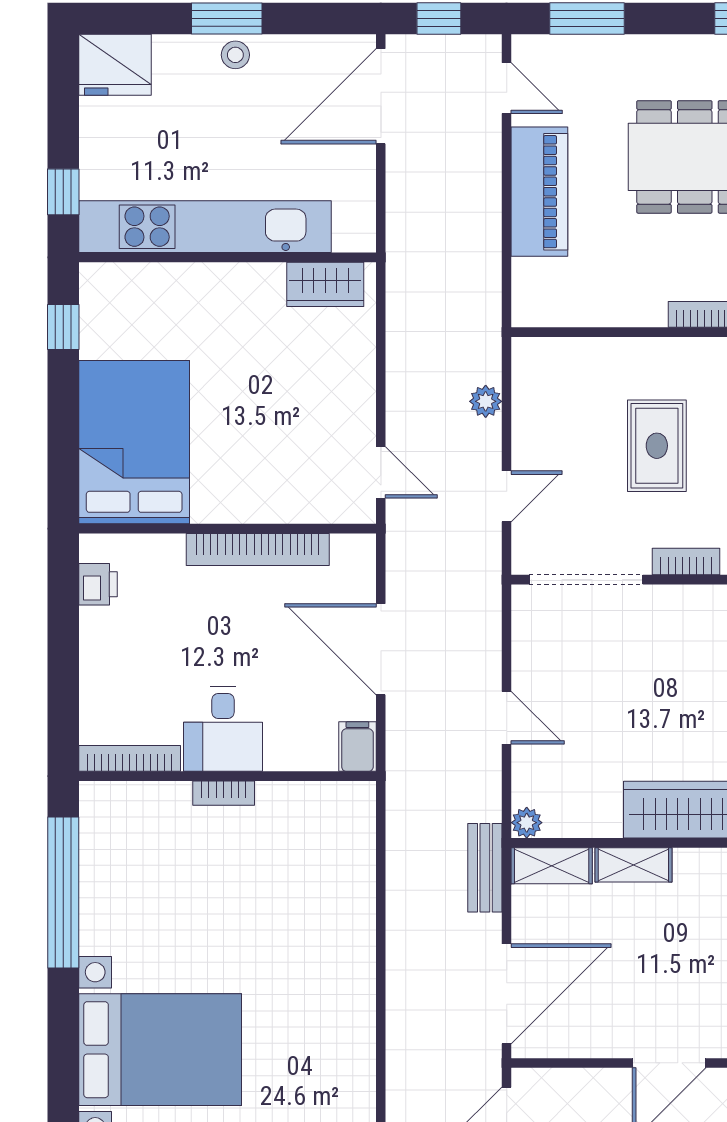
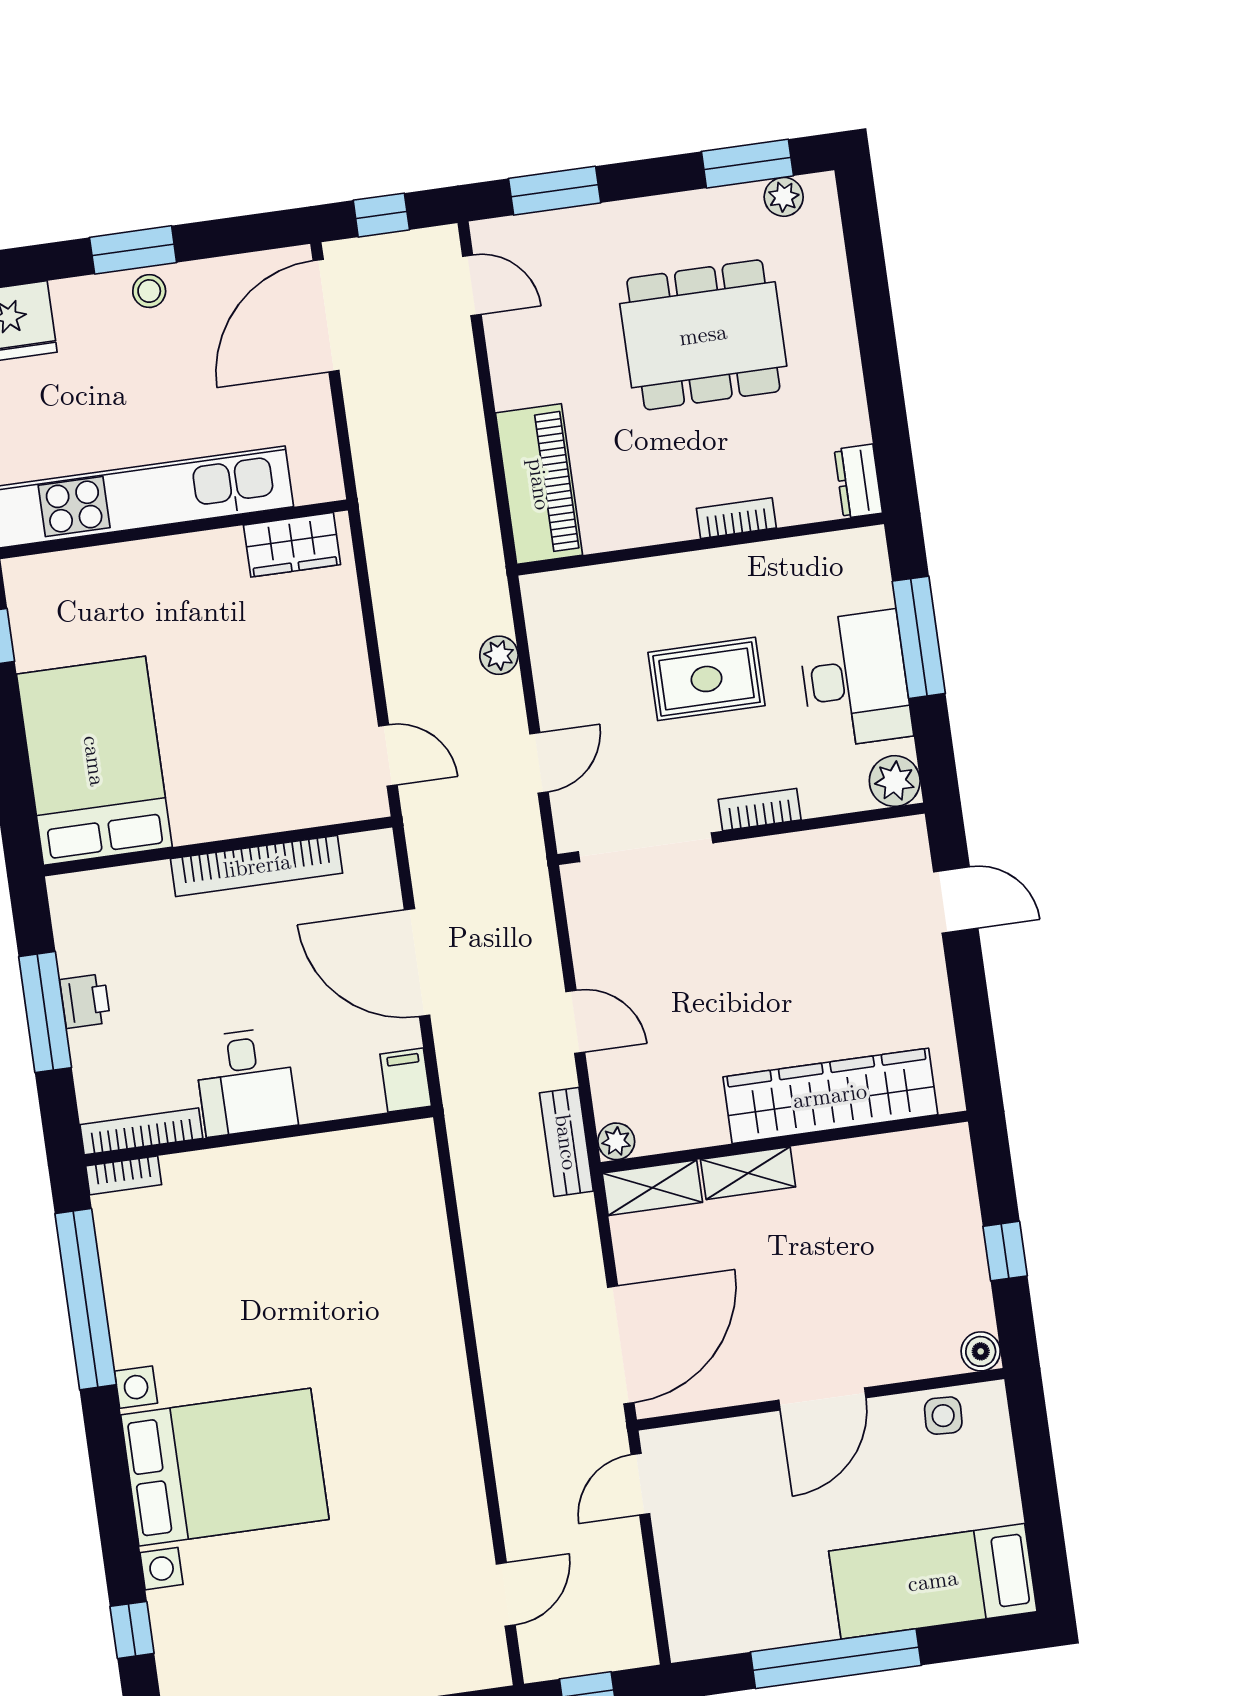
piano: (539, 192) -> (539, 484), moved
rug: (657, 446) -> (706, 679), turned 90
printer: (98, 584) -> (85, 1001), moved
window: (63, 647) -> (45, 1012), added
bookcase: (224, 793) -> (124, 1175), moved
bench: (485, 868) -> (566, 1142), moved

